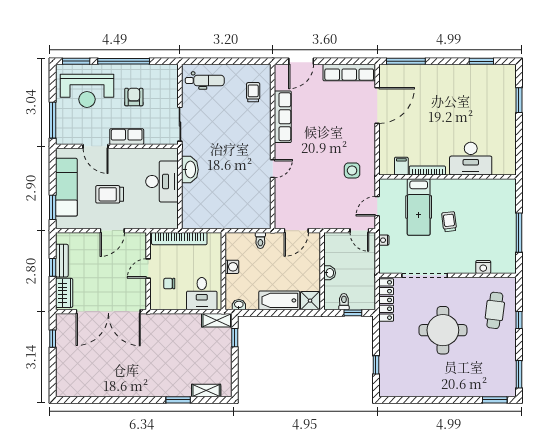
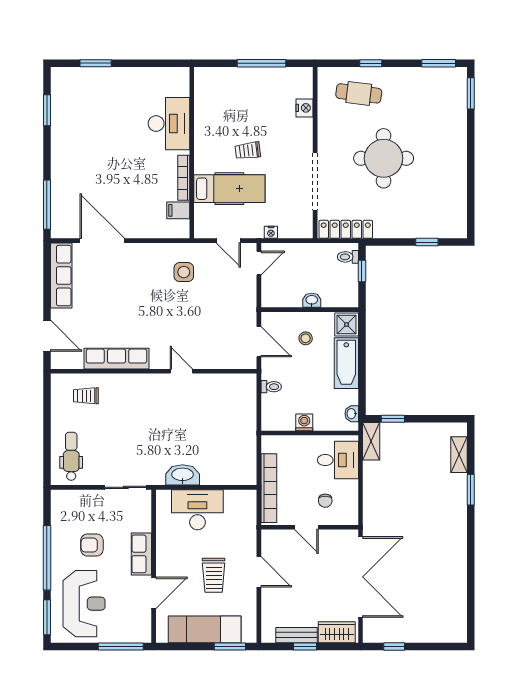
stool: (299, 268) -> (306, 338), added
toilet: (344, 302) -> (348, 257), moved

